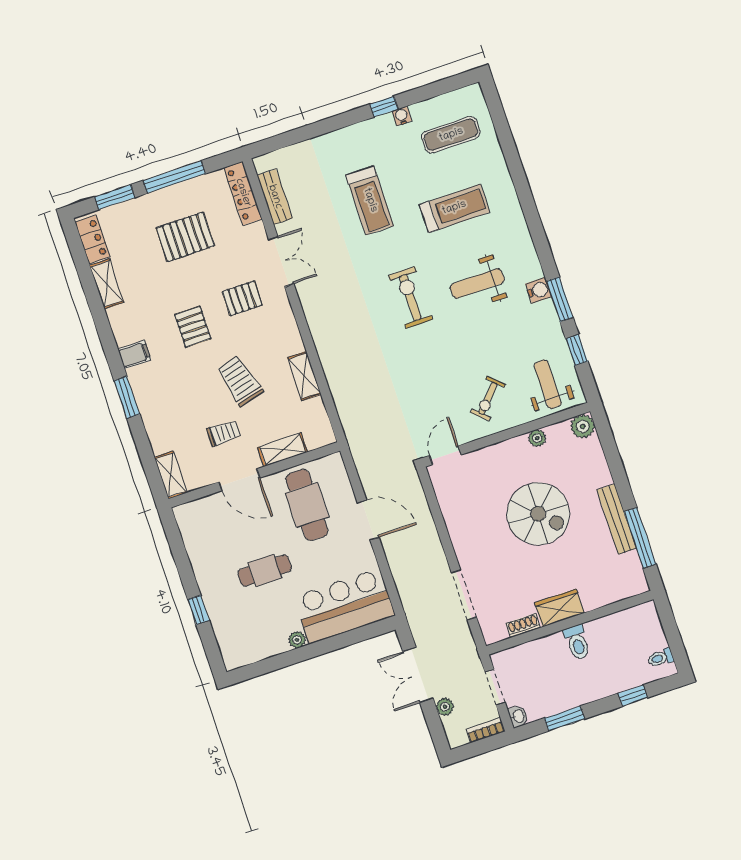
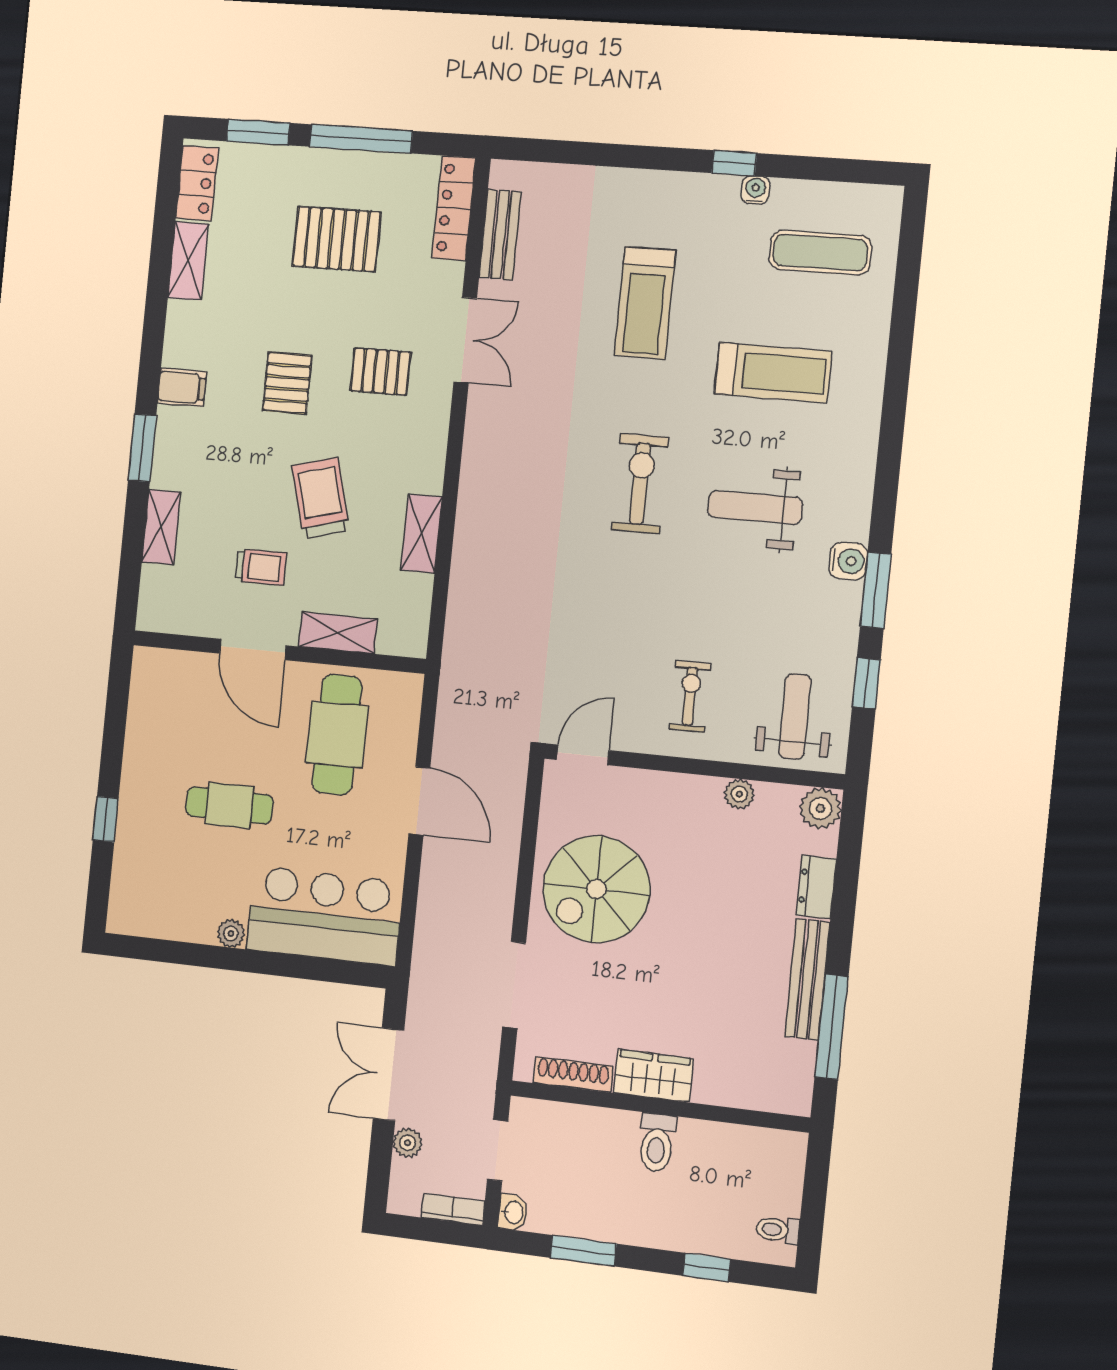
exercise bike: (488, 398) -> (690, 696), turned 137
dresser: (599, 469) -> (816, 887), added
shelving: (171, 475) -> (161, 527), moved
spiral stairs: (538, 514) -> (596, 889), moved, turned 90
shoe rack: (523, 625) -> (573, 1075), width x1.43

